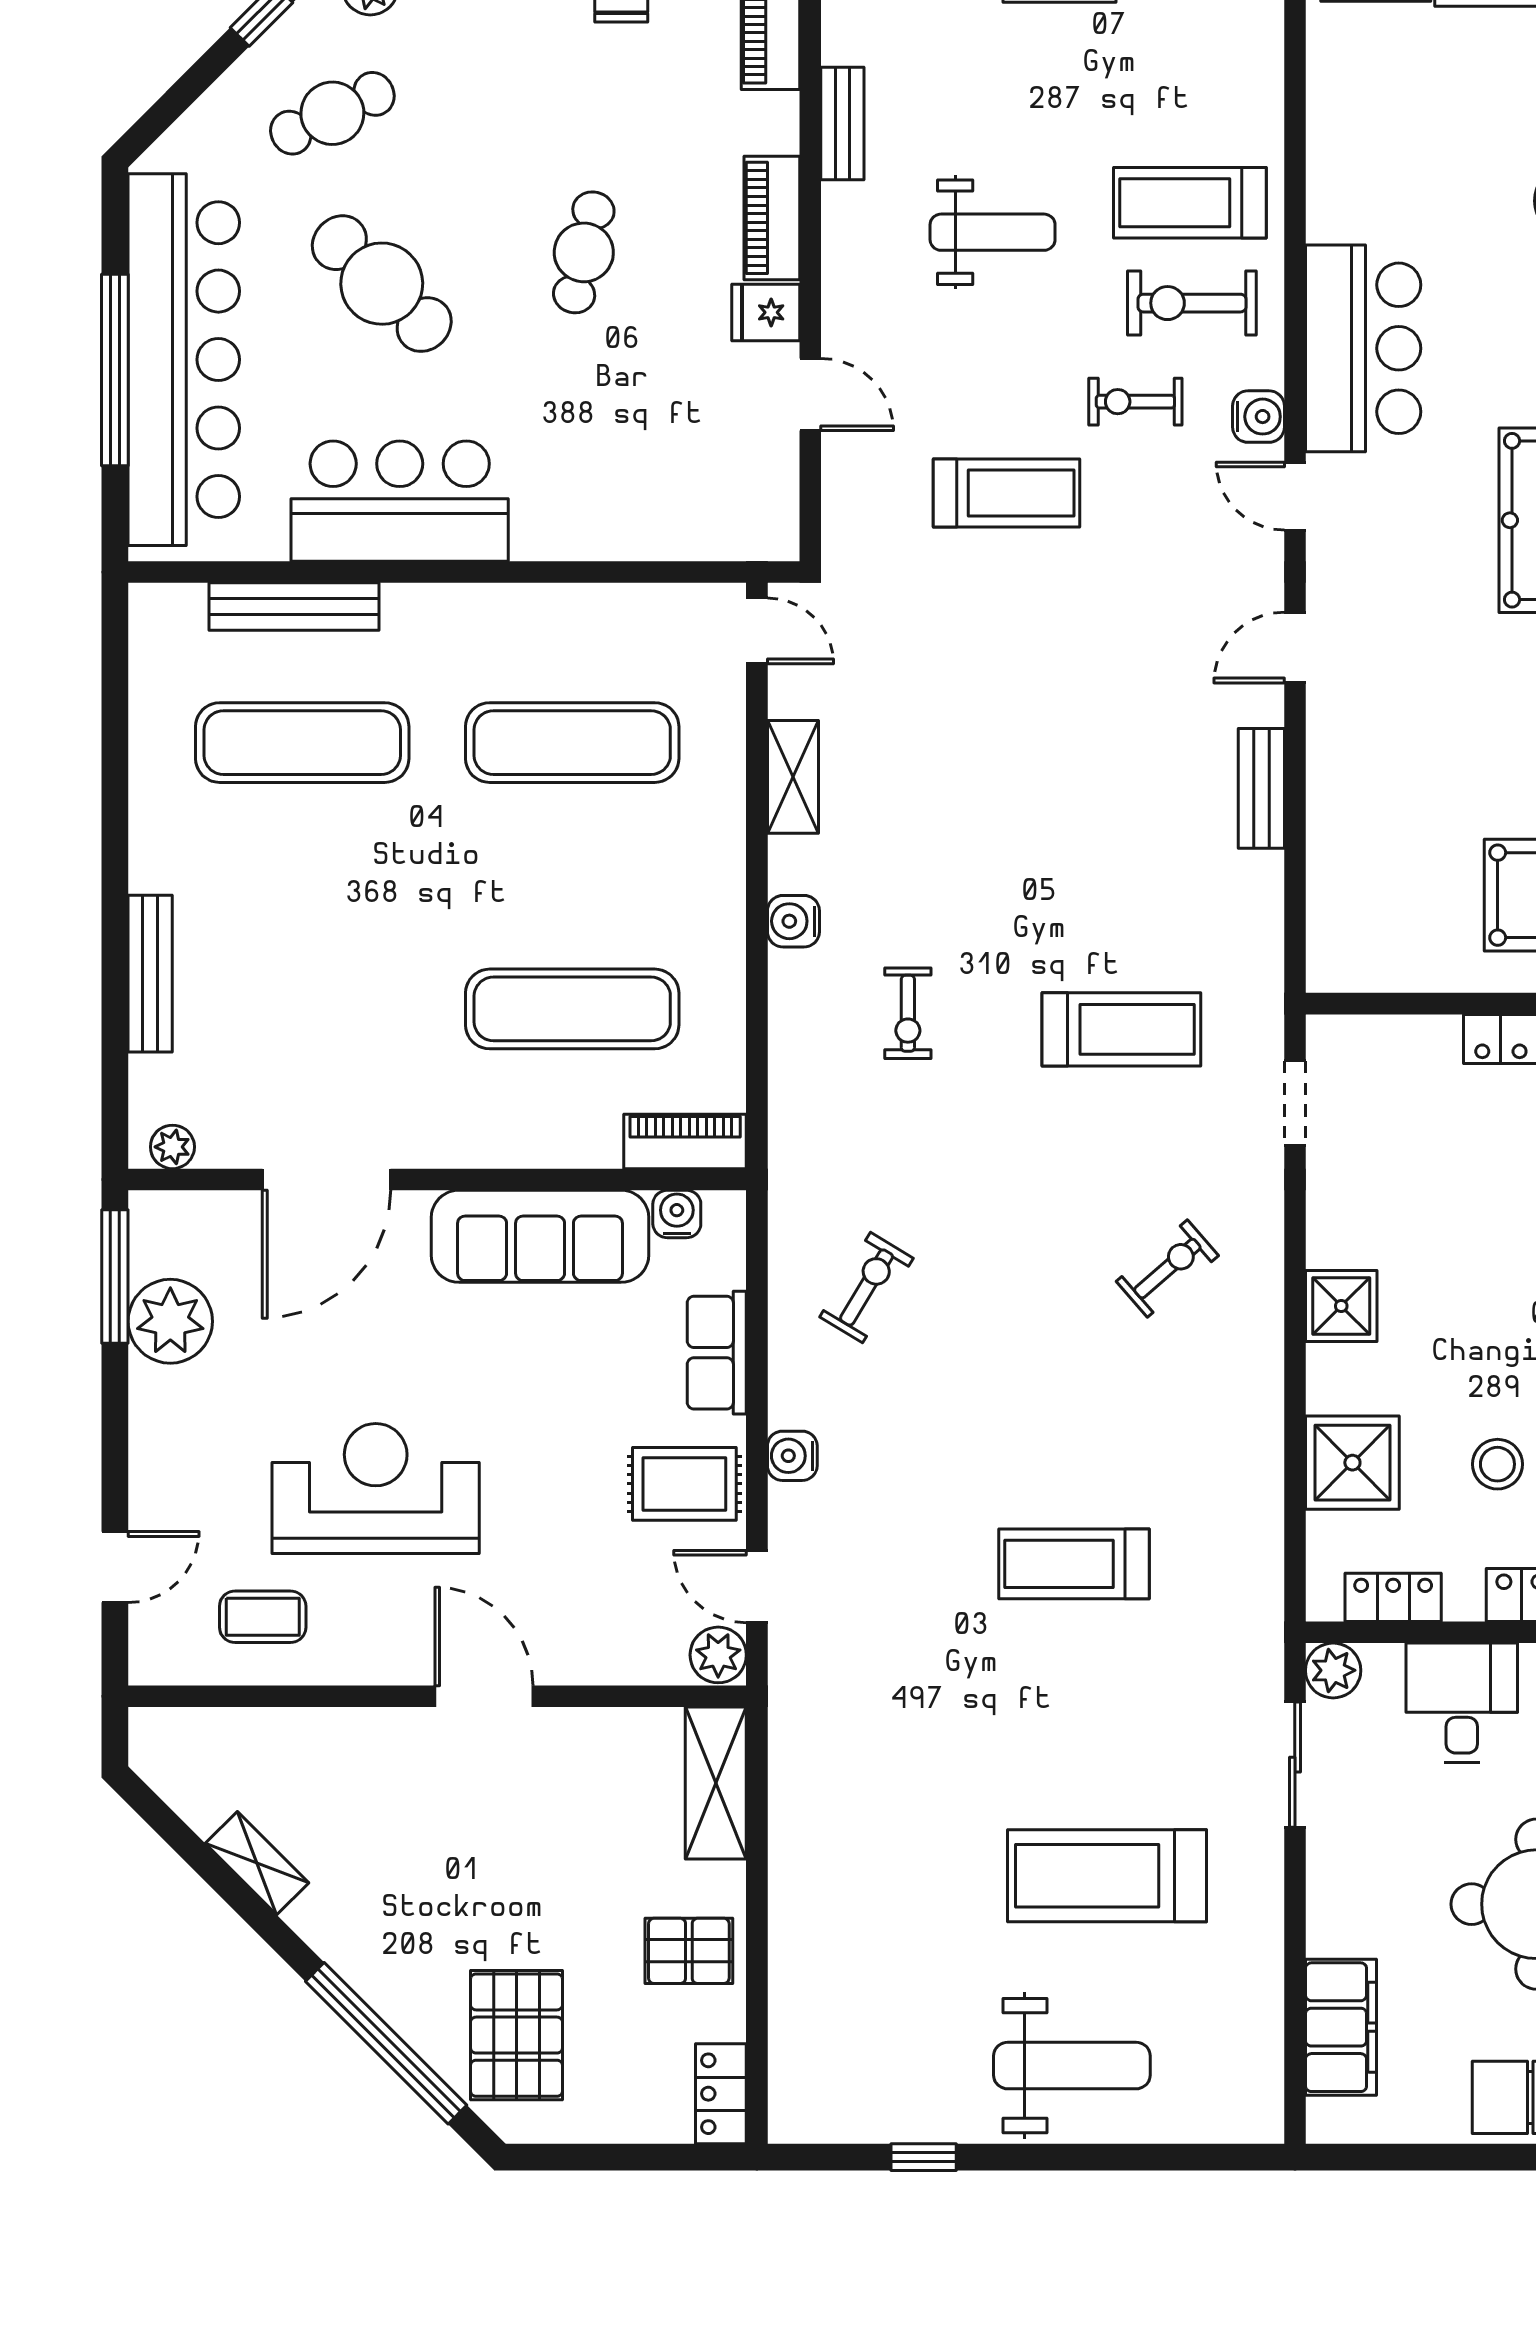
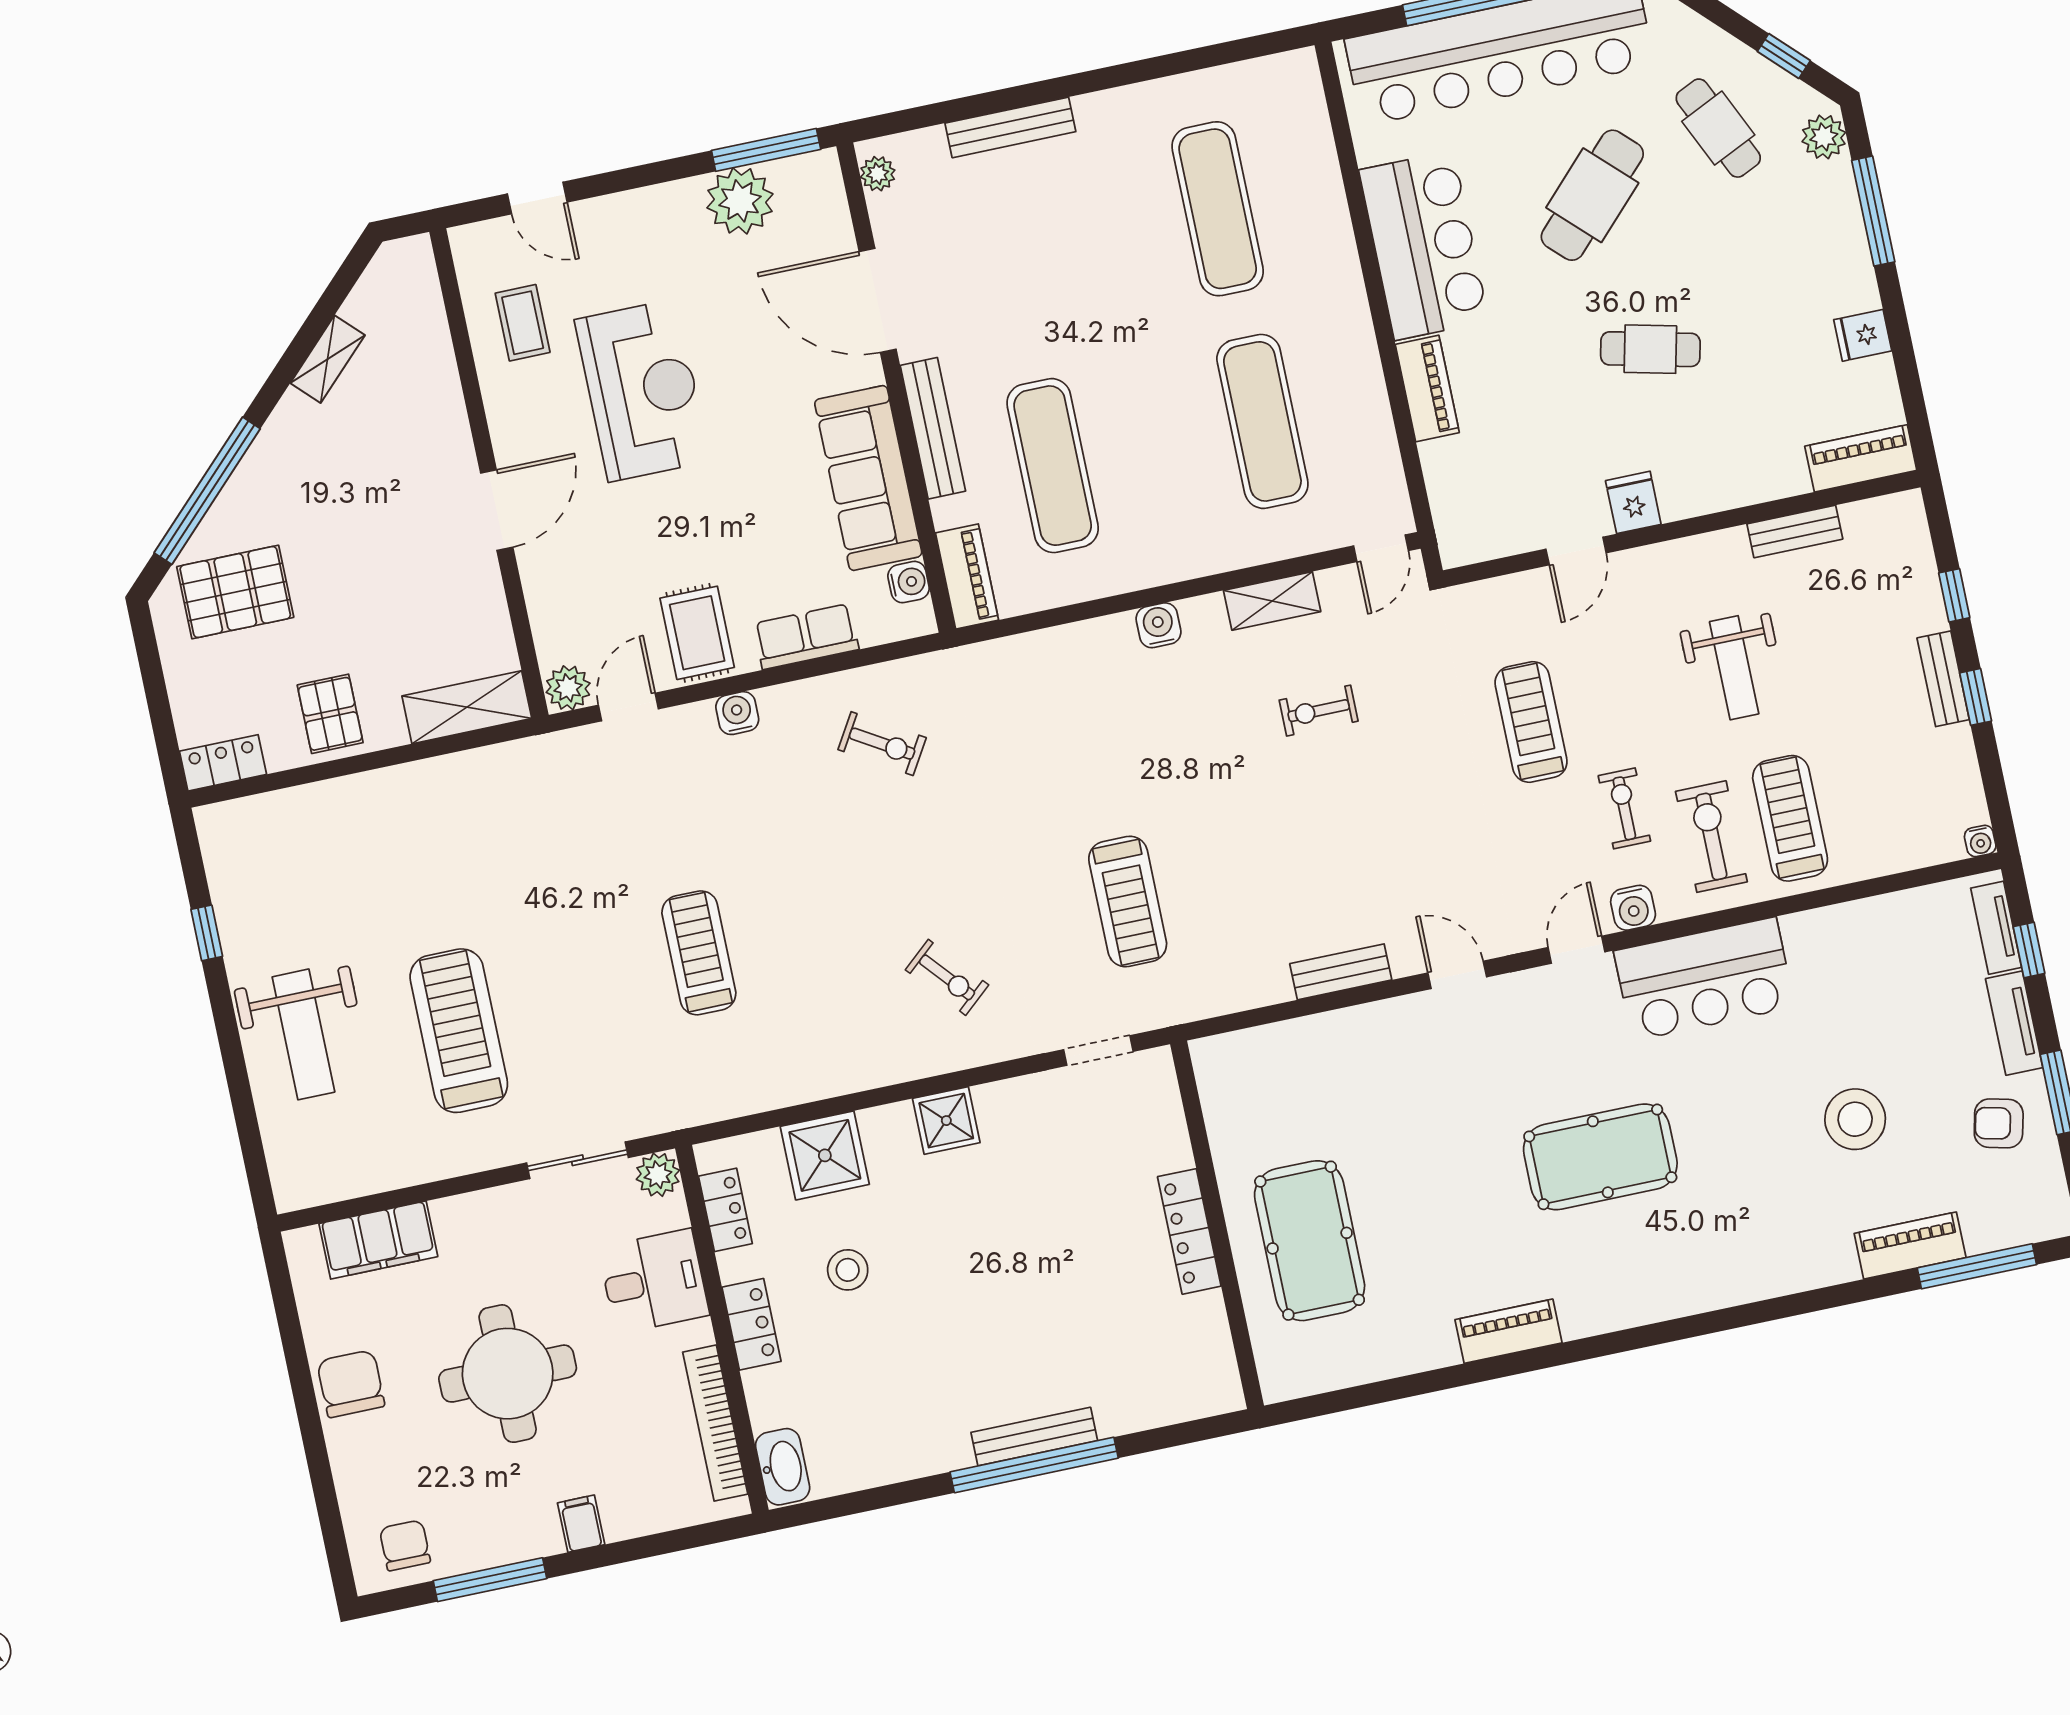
piano: (772, 218) -> (1427, 388), moved, turned 90
treadmill: (1006, 493) -> (1531, 722), turned 180
bench: (294, 606) -> (933, 428), moved
exercise bike: (908, 1013) -> (1319, 711), moved

